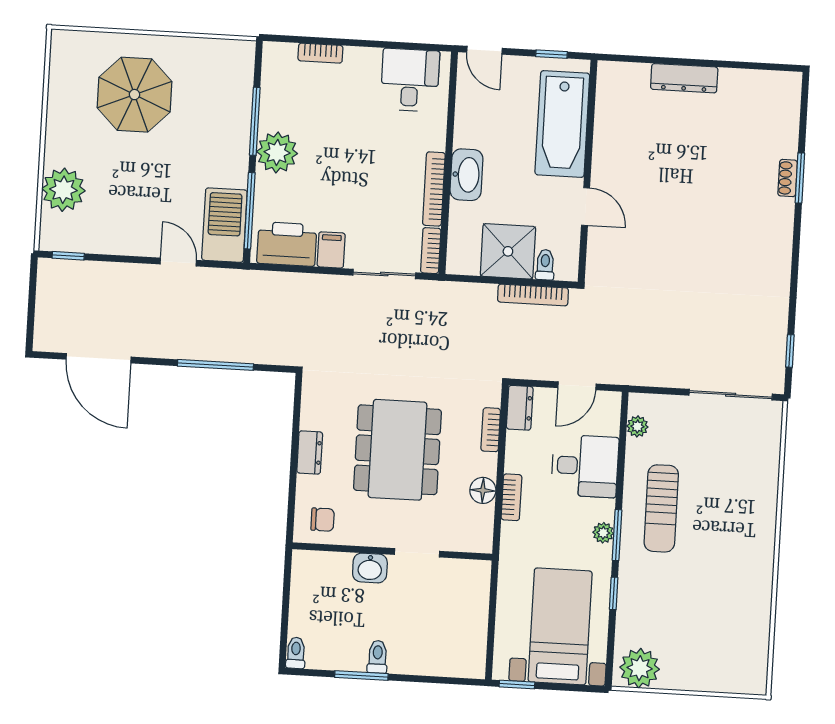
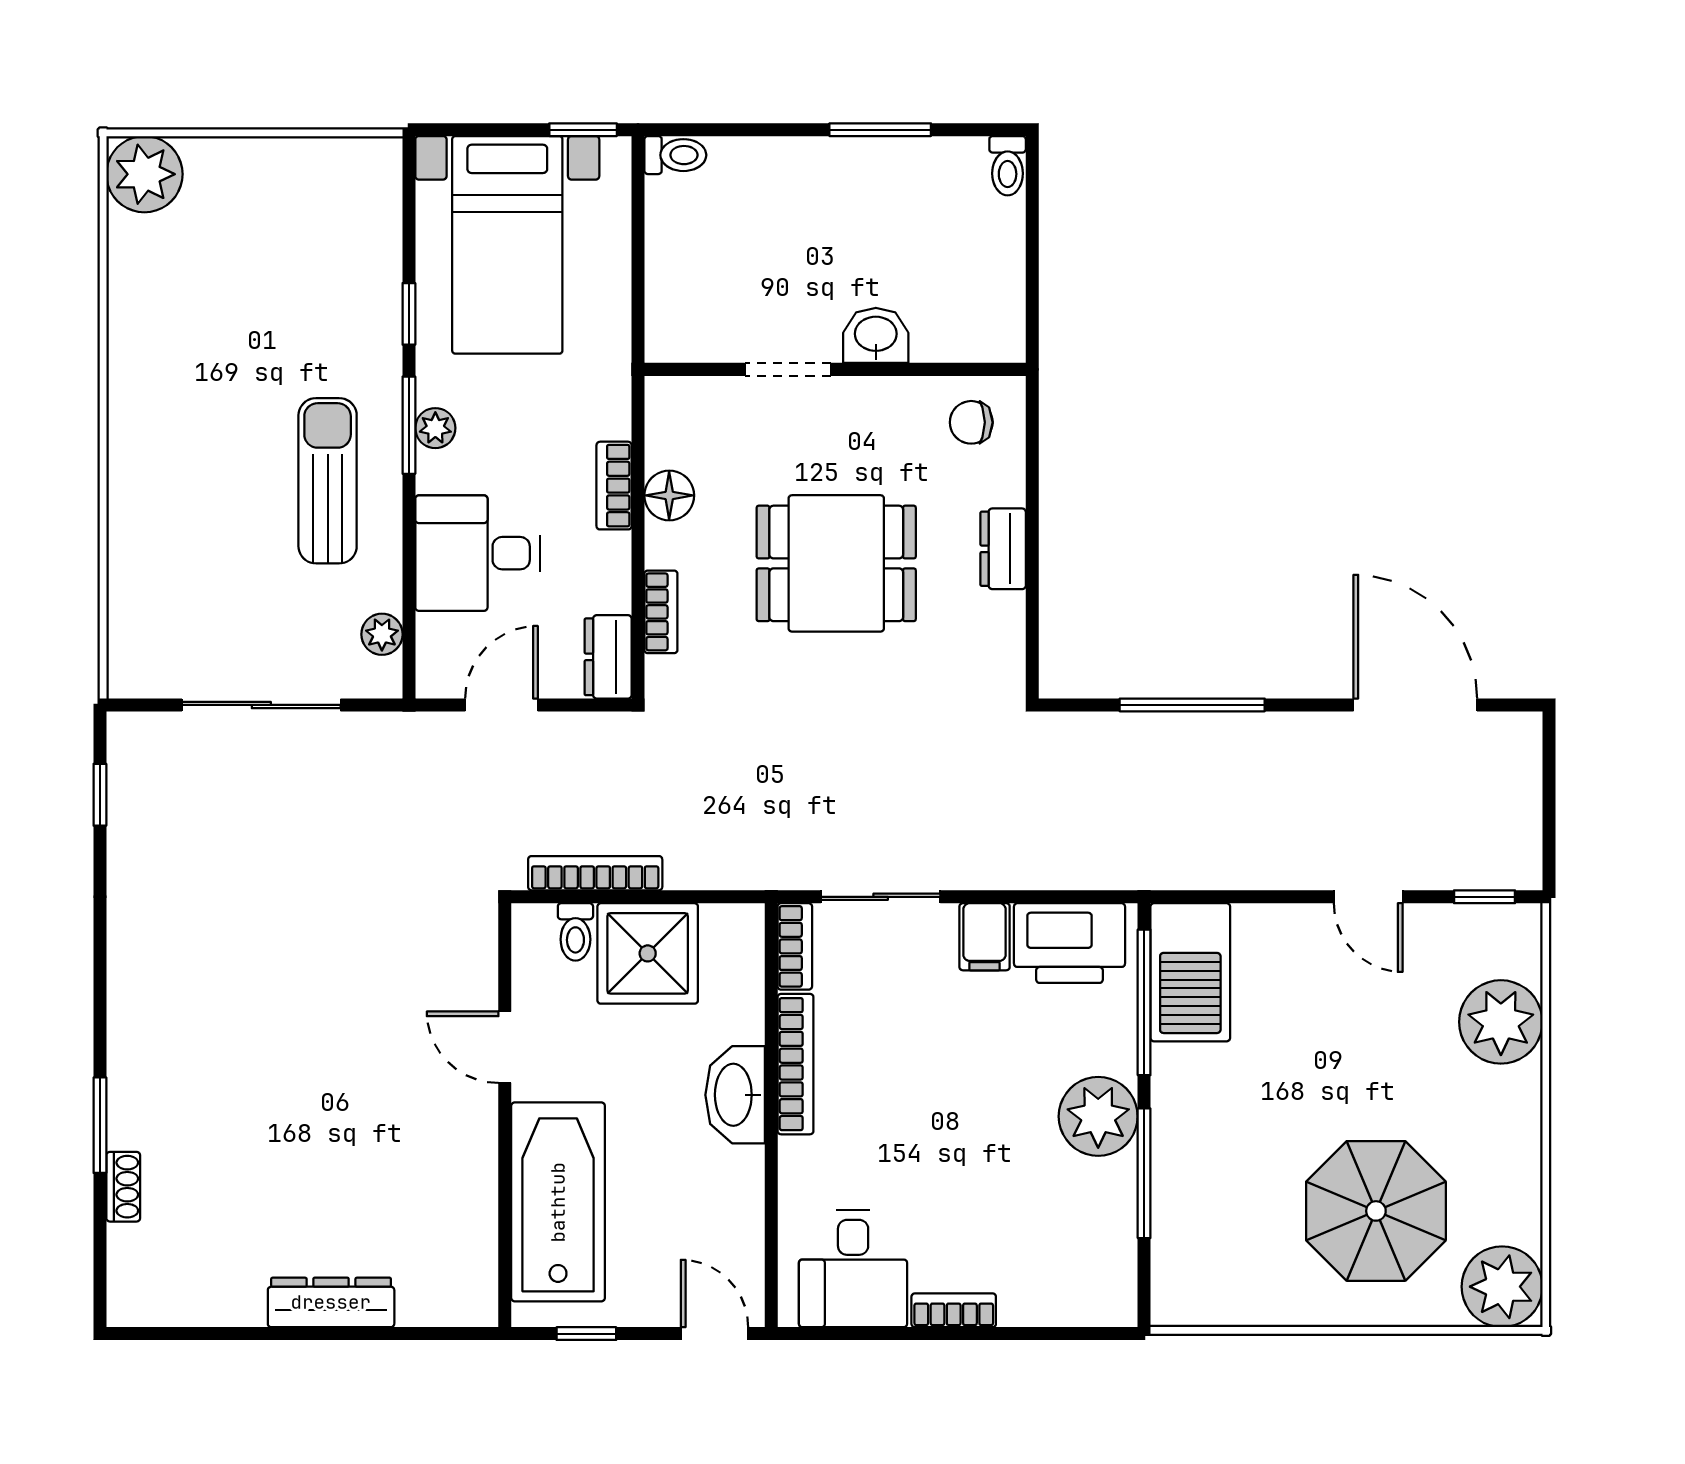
plant: (71, 51) -> (1502, 1287), added
bookcase: (320, 53) -> (954, 1310), moved
shoe rack: (788, 178) -> (123, 1187), moved
door: (178, 262) -> (1368, 897), moved
sliding door: (731, 395) -> (261, 705), moved
dining table: (397, 450) -> (836, 563), width x0.73
toilet: (378, 657) -> (675, 155), moved, turned -90
plant: (640, 668) -> (144, 174), moved

